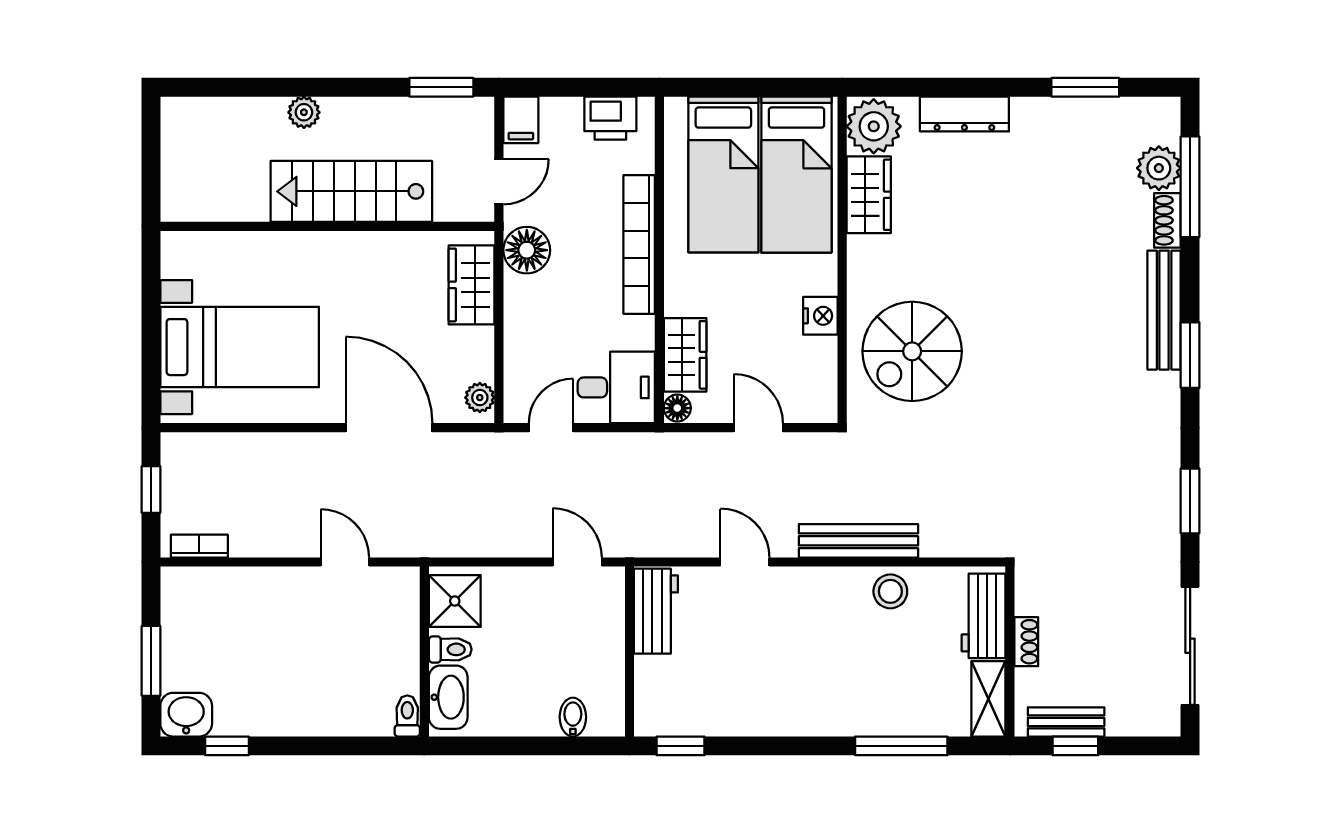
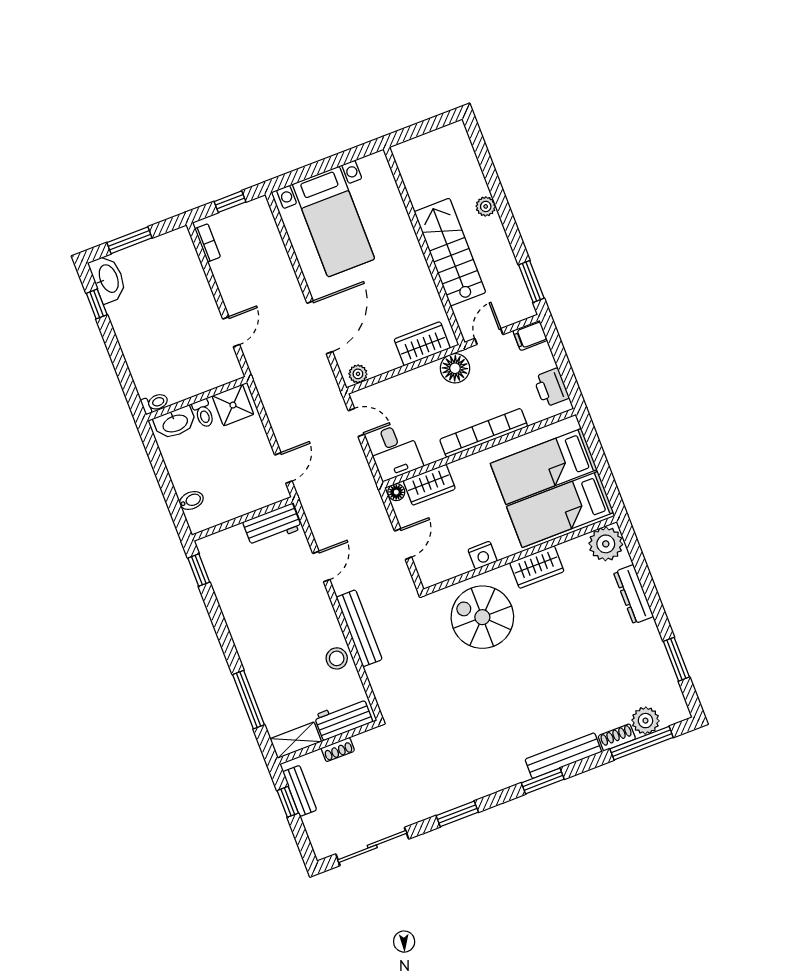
door: (499, 182) -> (489, 337), swing flipped
wardrobe: (869, 195) -> (537, 567), moved
washbasin: (186, 715) -> (108, 279), width x1.38

